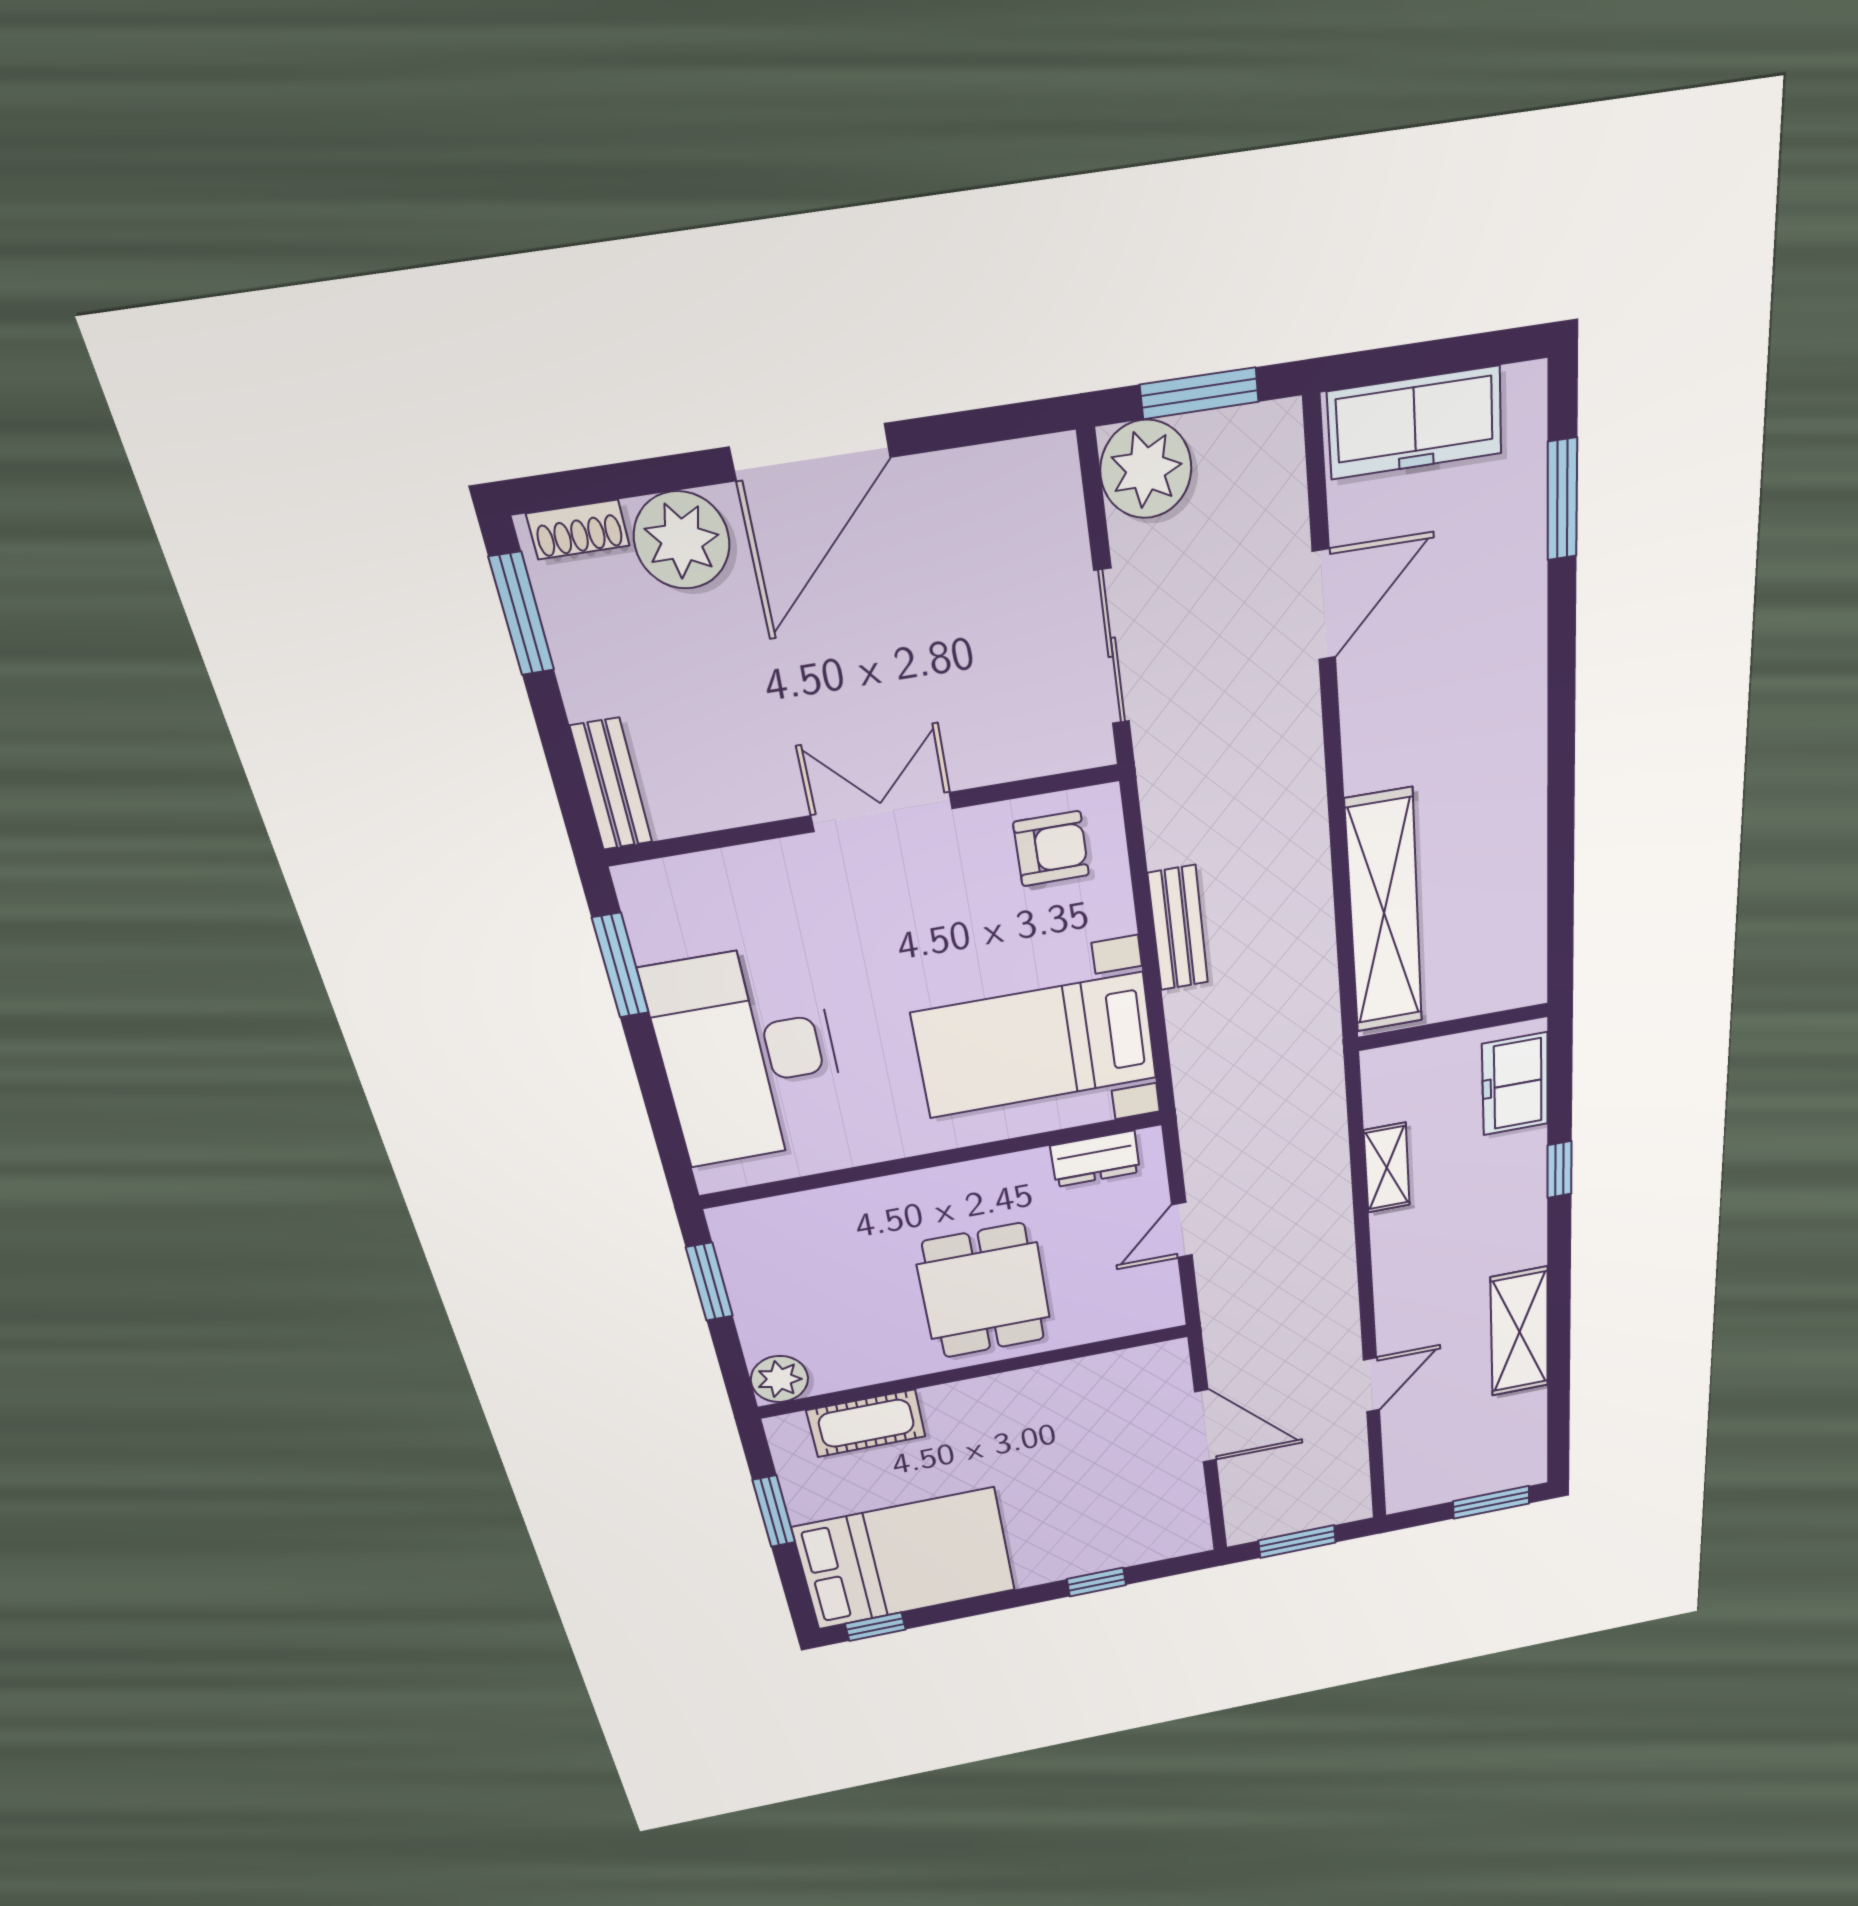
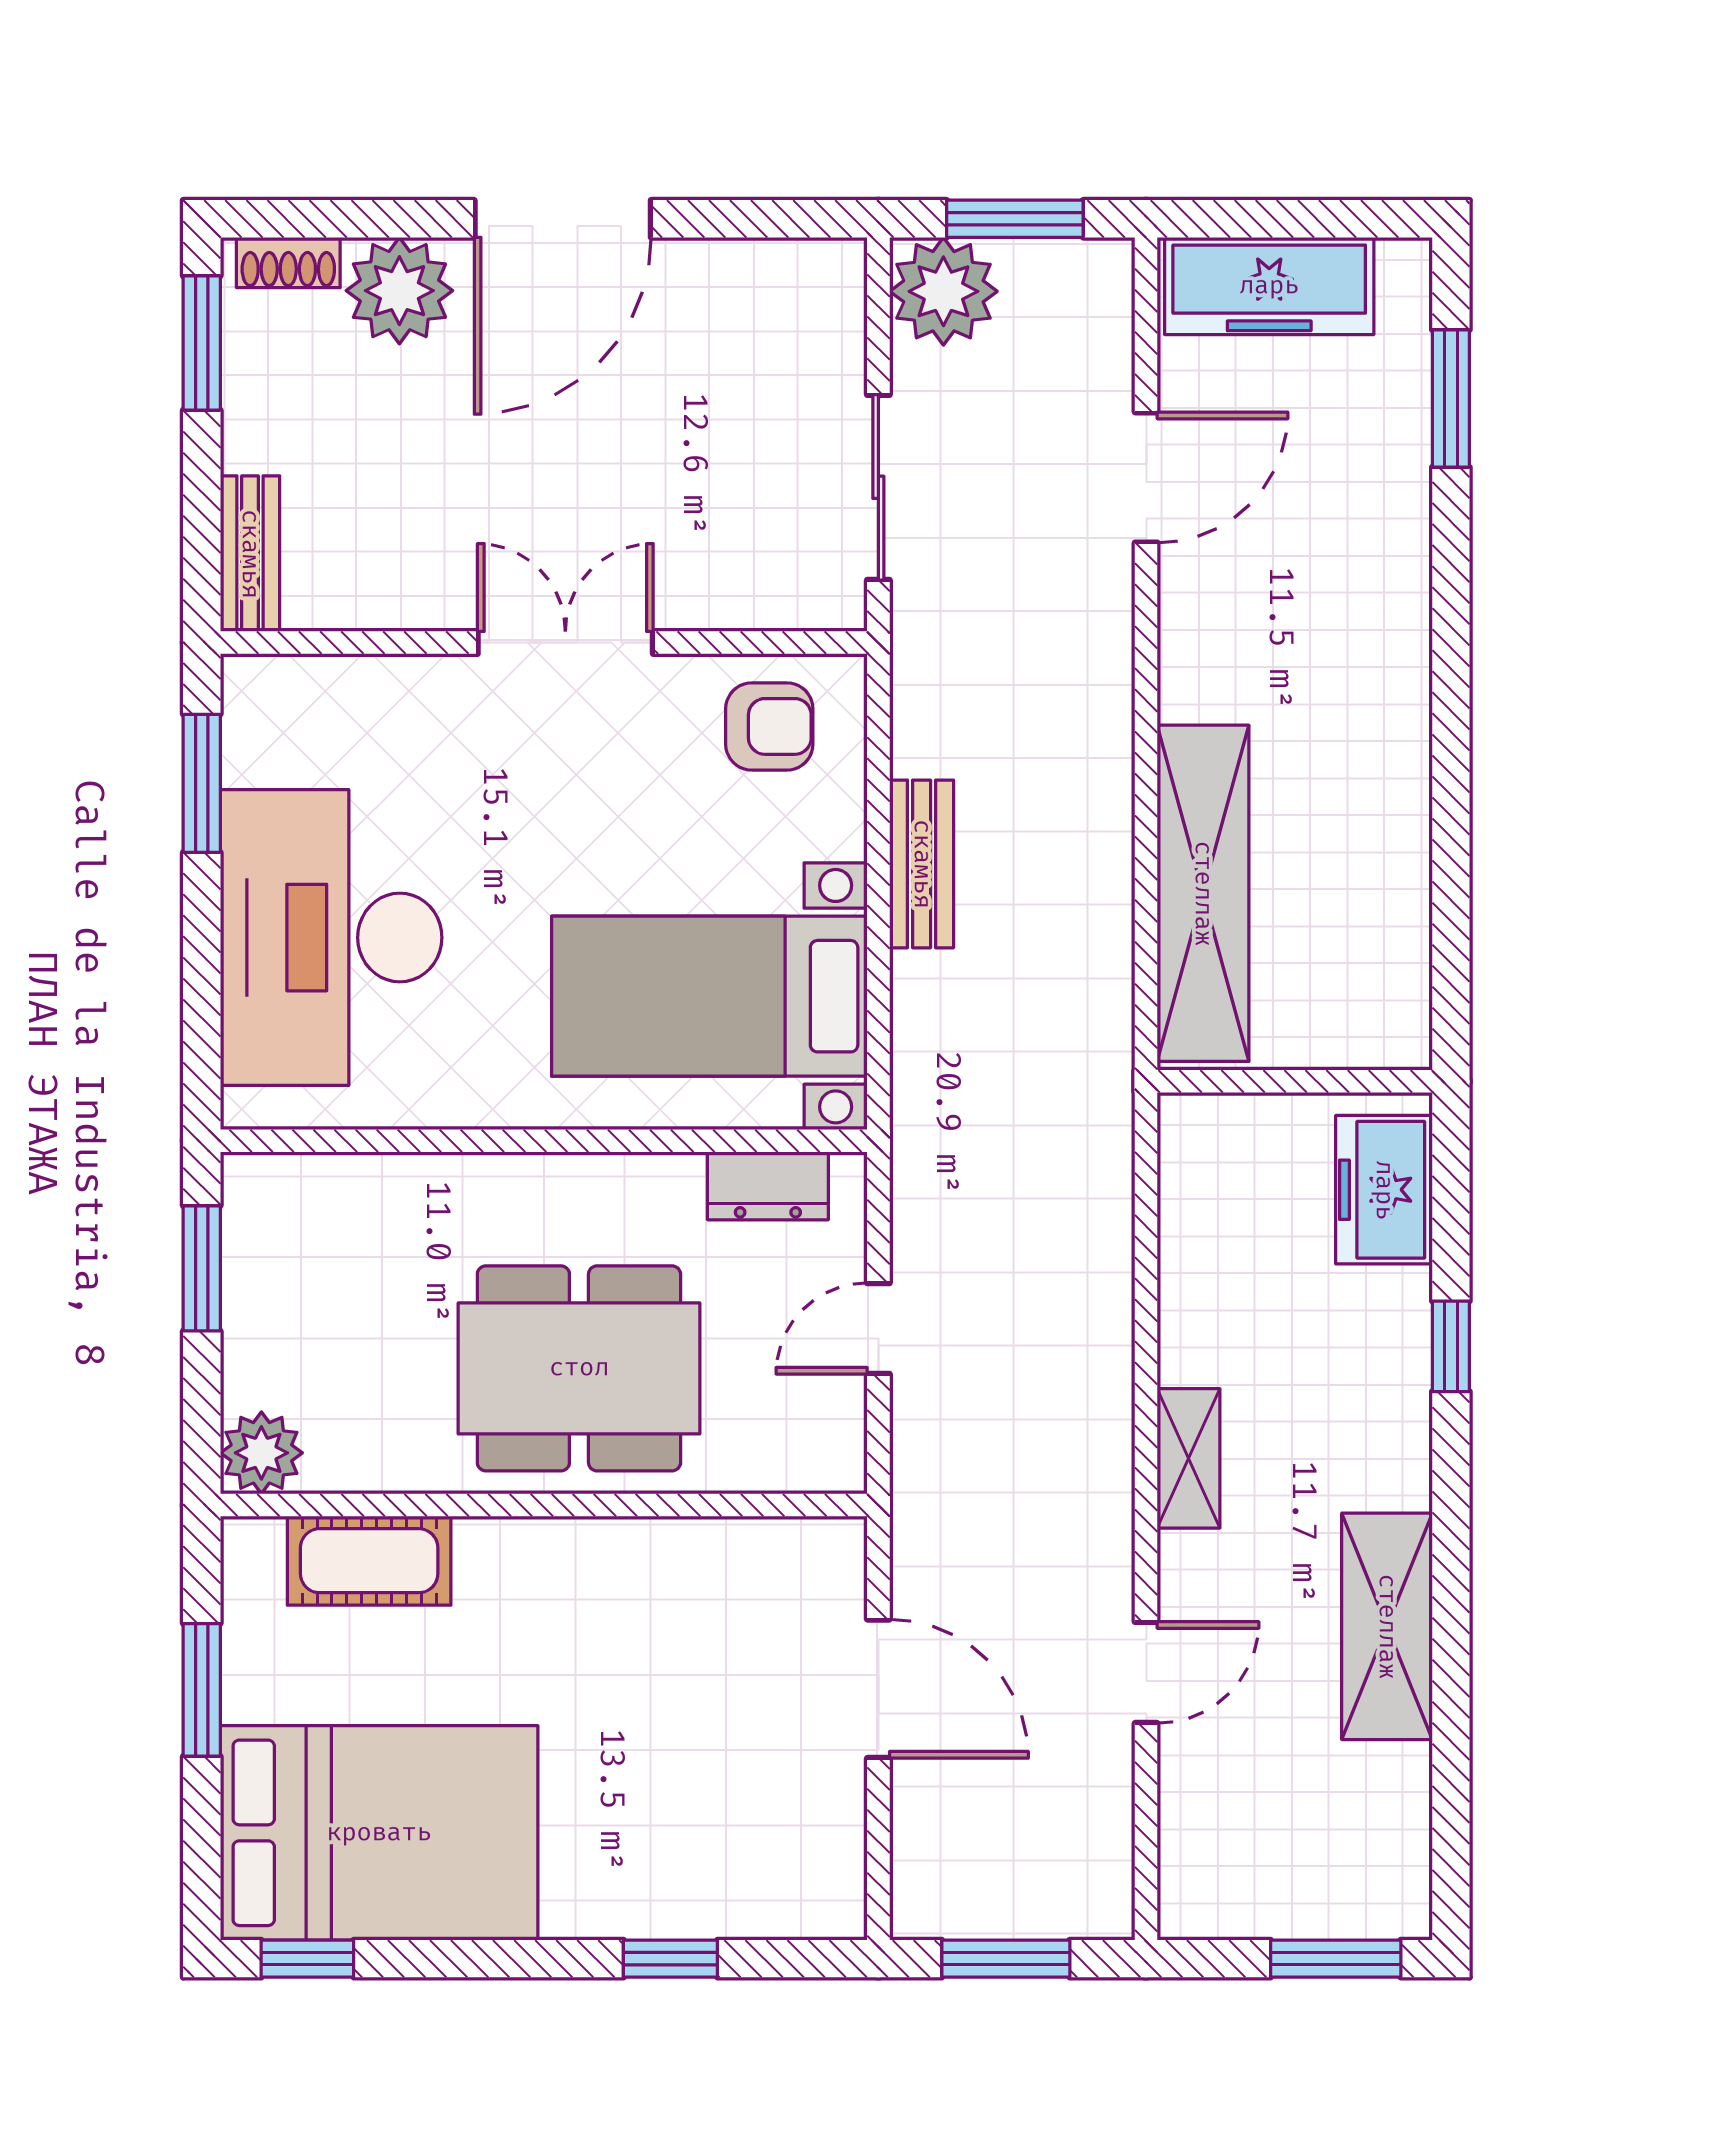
shelving: (1387, 1168) -> (1189, 1458), moved
dining table: (984, 1291) -> (579, 1368), width x1.38

